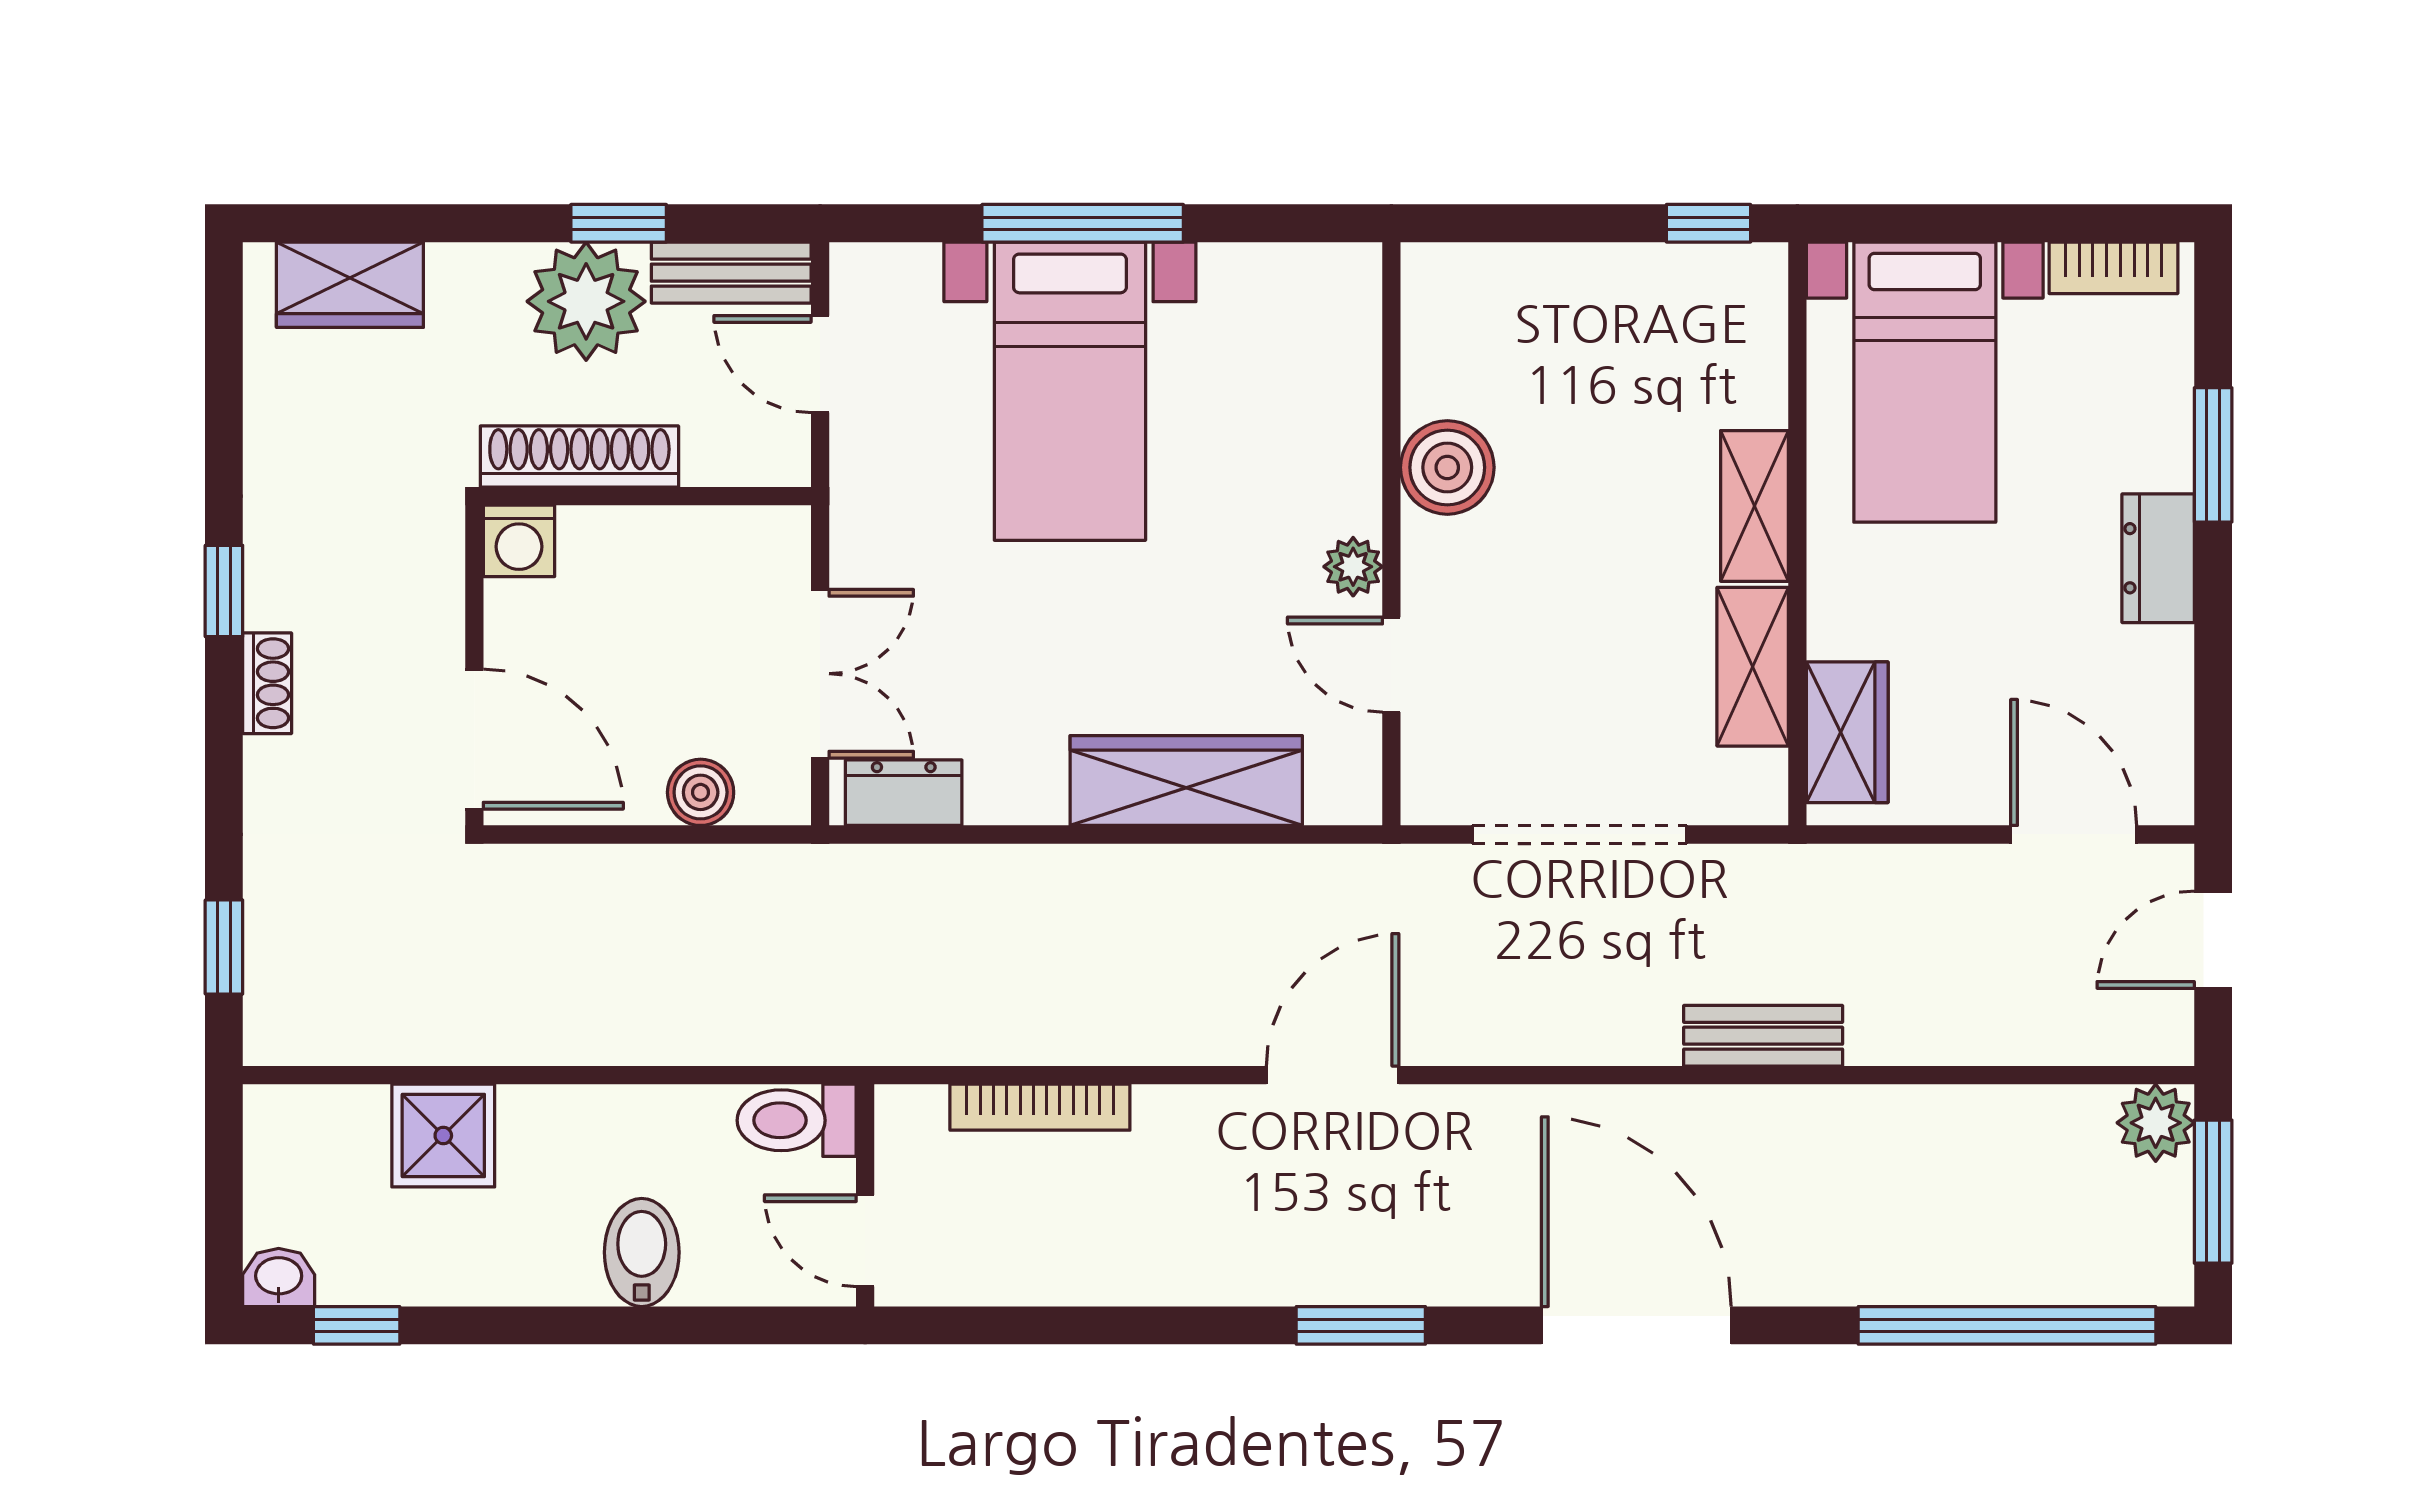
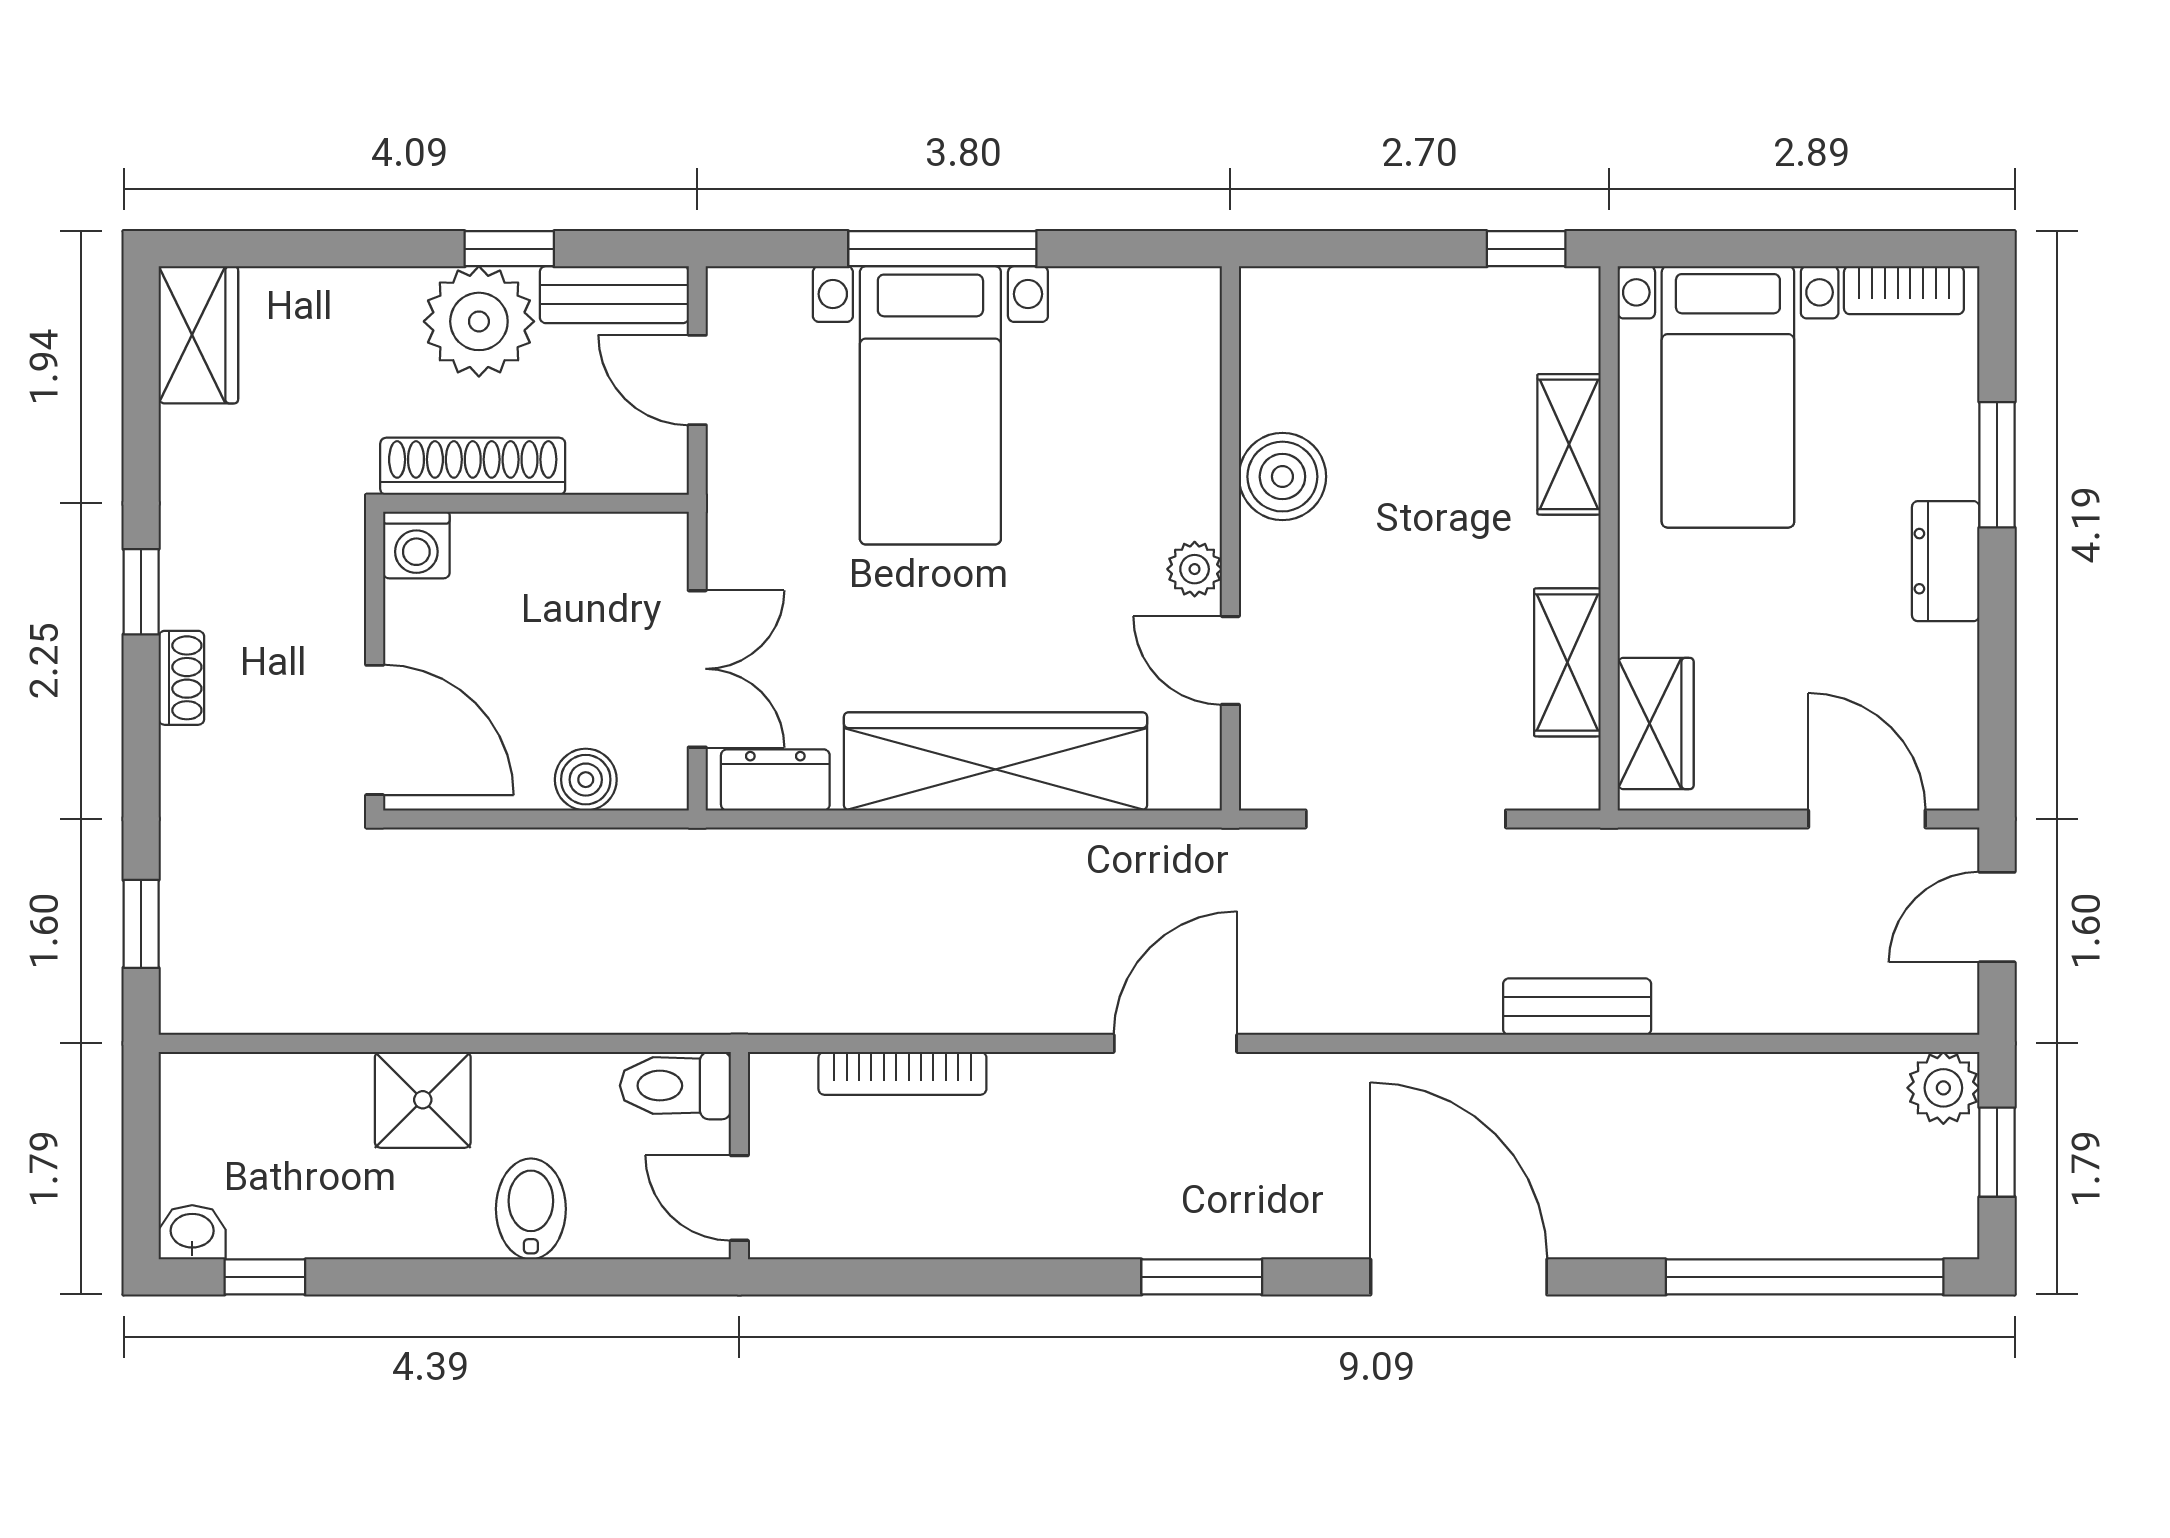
wardrobe: (350, 285) -> (198, 335), moved, turned -90
shelving: (1754, 506) -> (1569, 444), moved
wardrobe: (1186, 781) -> (996, 761), width x1.40, depth x1.17
shower: (443, 1136) -> (423, 1100), moved
window: (2213, 1192) -> (1997, 1152), width x0.67

